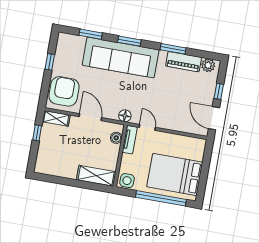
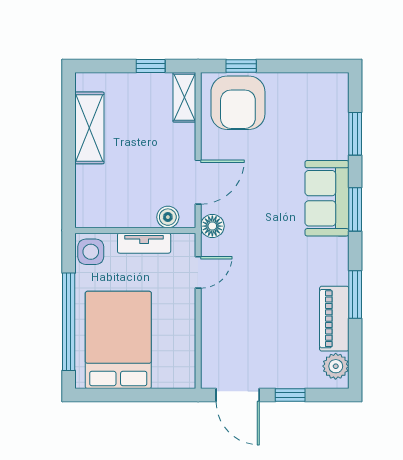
sofa: (121, 57) -> (327, 198), width x0.54, depth x0.79
window: (50, 62) -> (241, 66), moved
armchair: (64, 91) -> (238, 103), turned 90
door: (90, 117) -> (198, 182), moved
door: (214, 118) -> (238, 395), swing flipped
tv unit: (130, 140) -> (144, 243), moved
shelving: (96, 176) -> (89, 128), moved

